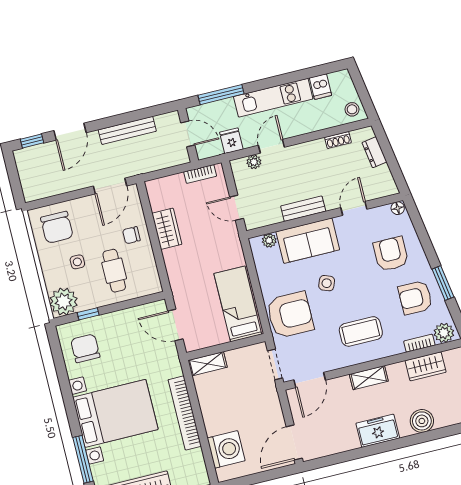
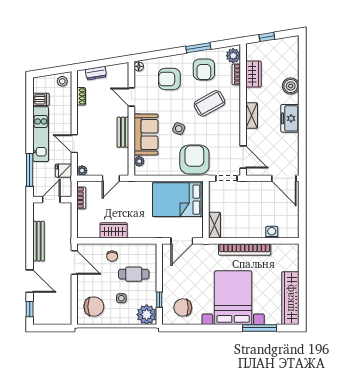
plant: (254, 162) -> (82, 171), moved
bed: (238, 304) -> (178, 200), width x1.50
coffee table: (361, 331) -> (210, 103), moved, turned 61
washing machine: (226, 449) -> (272, 232), width x0.53, depth x0.53

